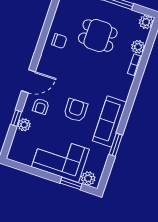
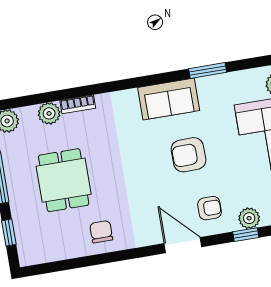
sofa: (109, 122) -> (169, 99), width x0.73

